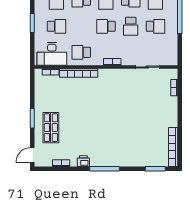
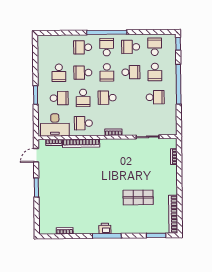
school desk: (131, 26) -> (83, 98), moved
shop shelf: (51, 128) -> (138, 197), moved, turned 90
door: (32, 155) -> (36, 155), moved
printer: (83, 161) -> (105, 228), moved

